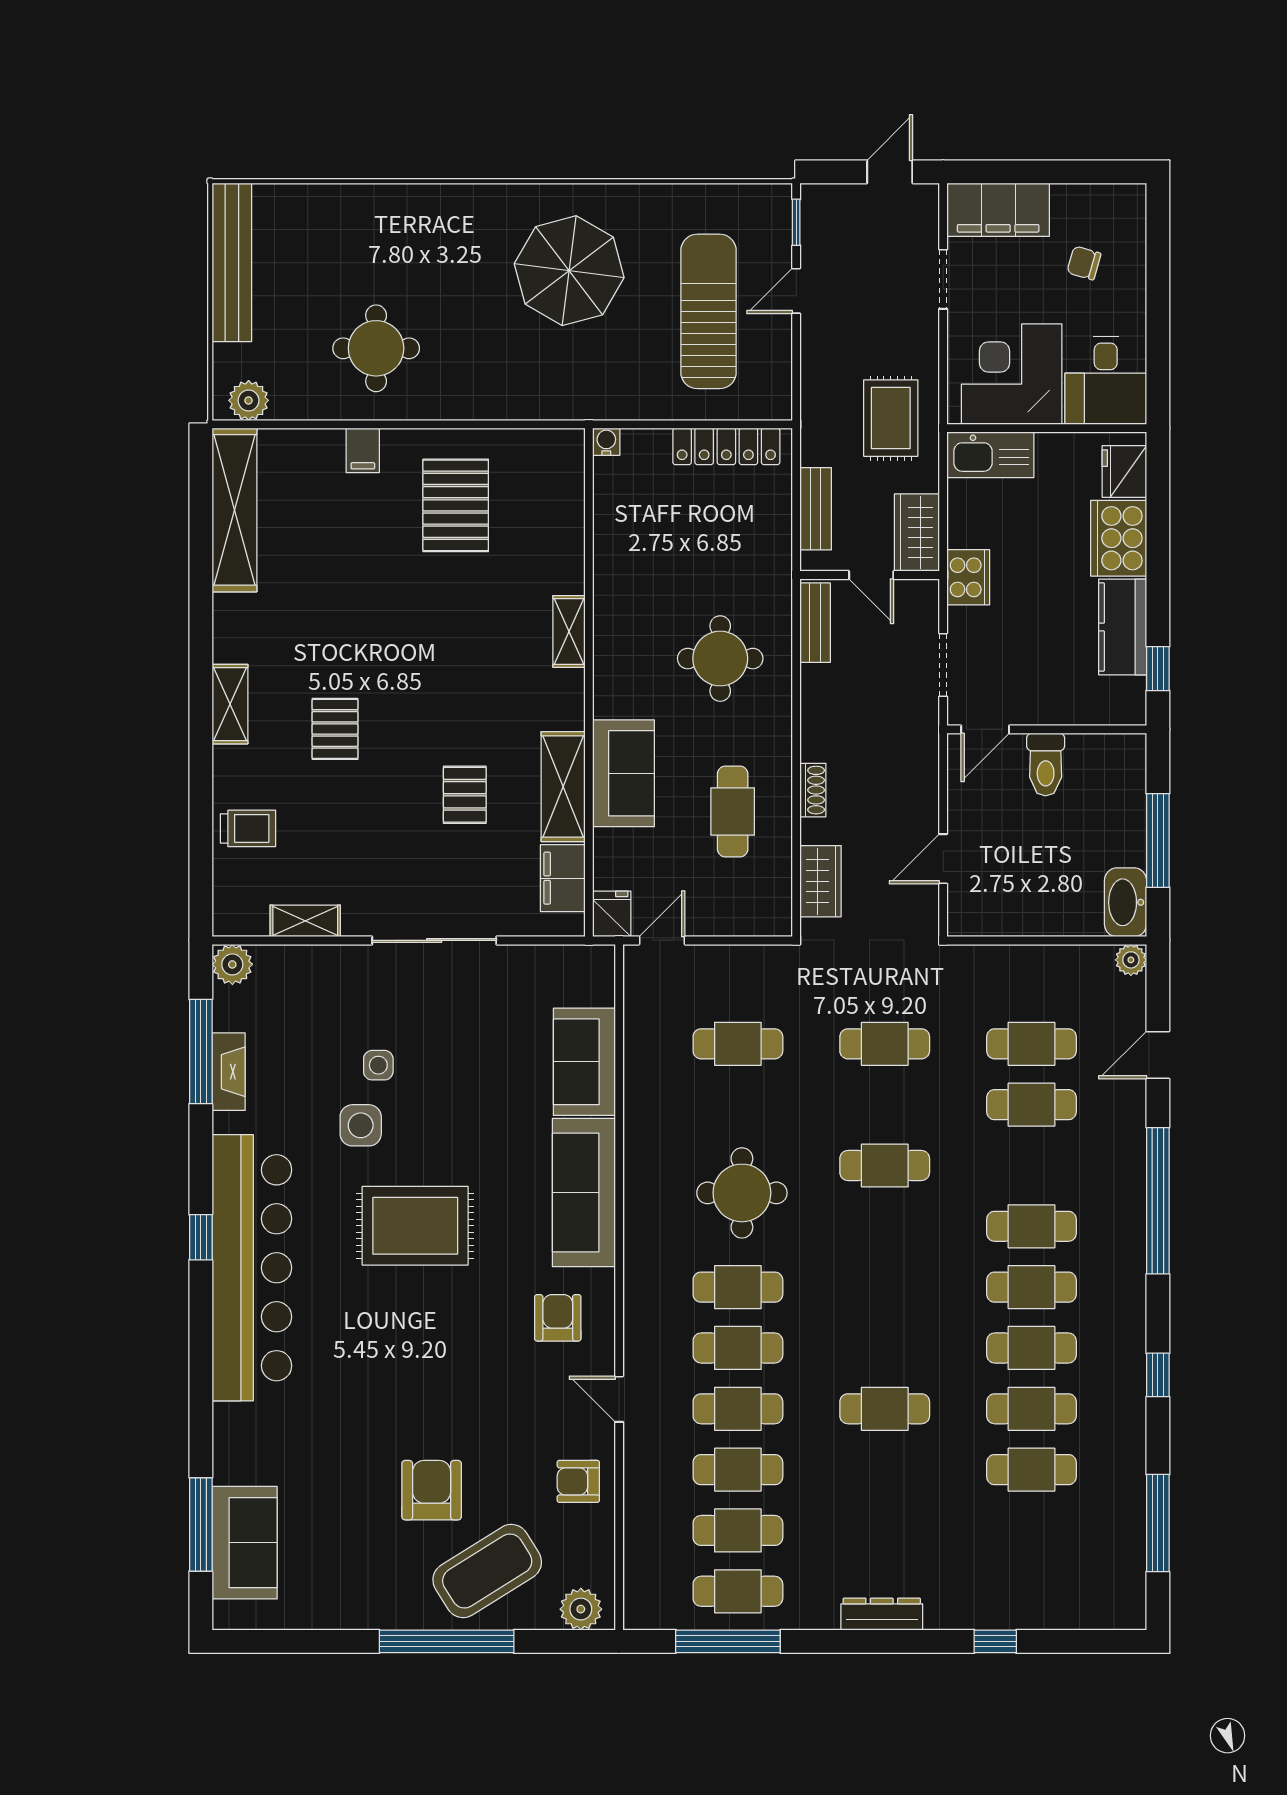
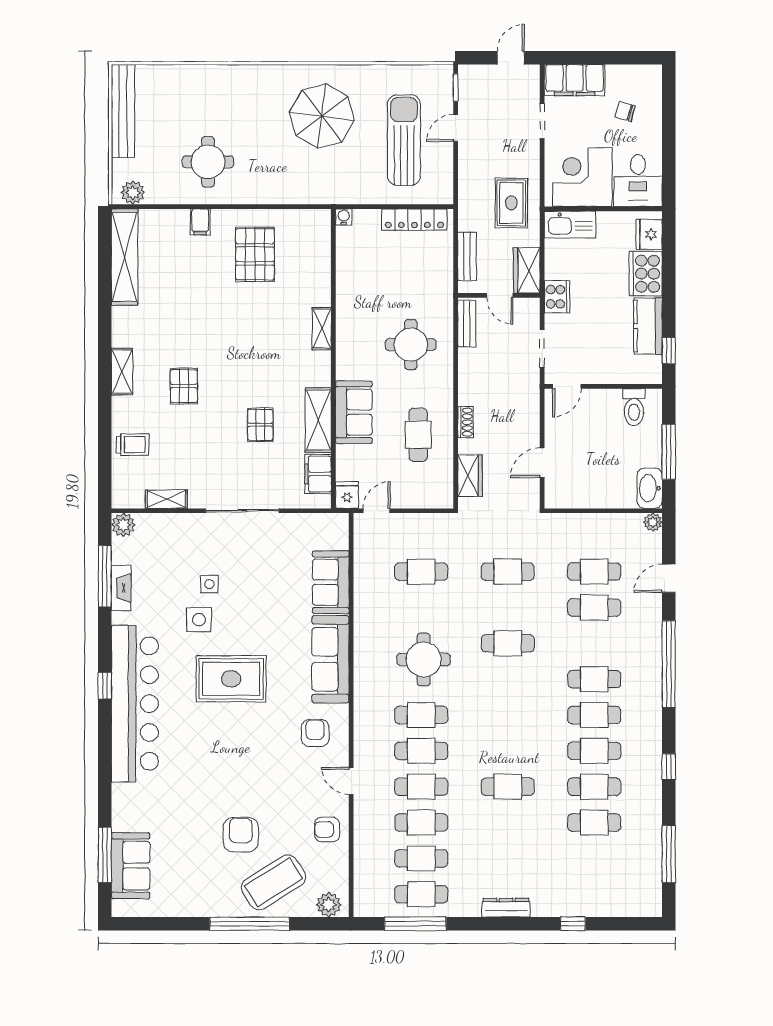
toilet: (1046, 765) -> (634, 407), moved

